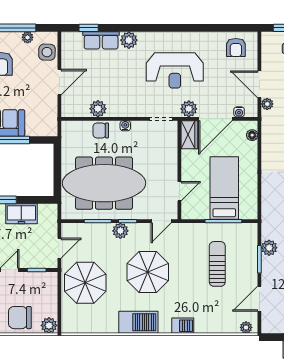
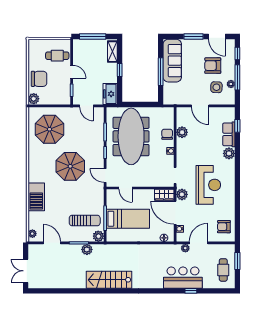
side table: (47, 52) -> (216, 87), moved
reception desk: (175, 70) -> (208, 185), turned 180
freezer: (21, 214) -> (110, 94), moved
plant: (120, 231) -> (98, 236), moved
sun lounger: (217, 264) -> (85, 221), moved
parasol: (85, 283) -> (49, 129), moved
chair: (20, 318) -> (39, 79), turned 90
barbecue: (138, 322) -> (36, 160), removed
barbecue: (183, 326) -> (36, 197), width x1.88, depth x1.53

